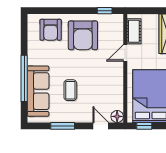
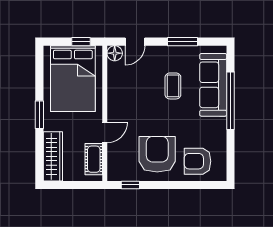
armchair: (51, 30) -> (198, 161), turned -90
door: (101, 126) -> (135, 42), hinge flipped

